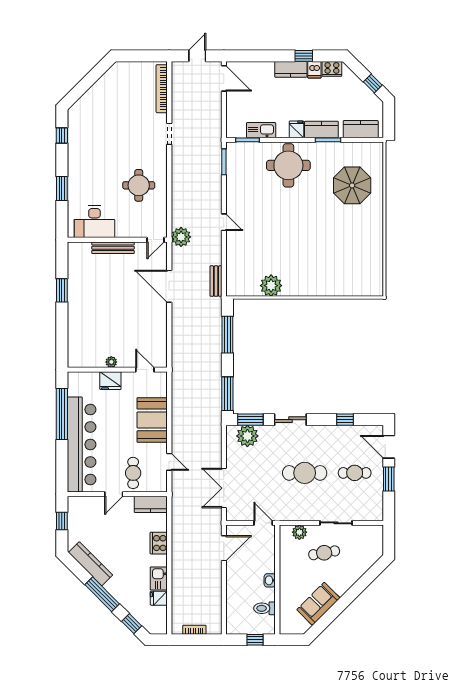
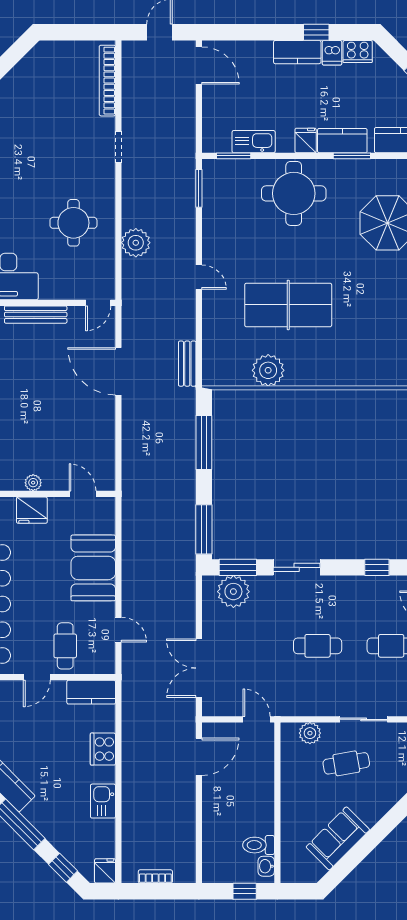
plant: (181, 237) -> (136, 243), moved
table tennis table: (285, 241) -> (288, 305), added
cafe table: (305, 473) -> (318, 646), width x0.73, depth x0.74
washbasin: (270, 580) -> (266, 866), moved
fridge: (159, 598) -> (105, 871), moved, turned 90

